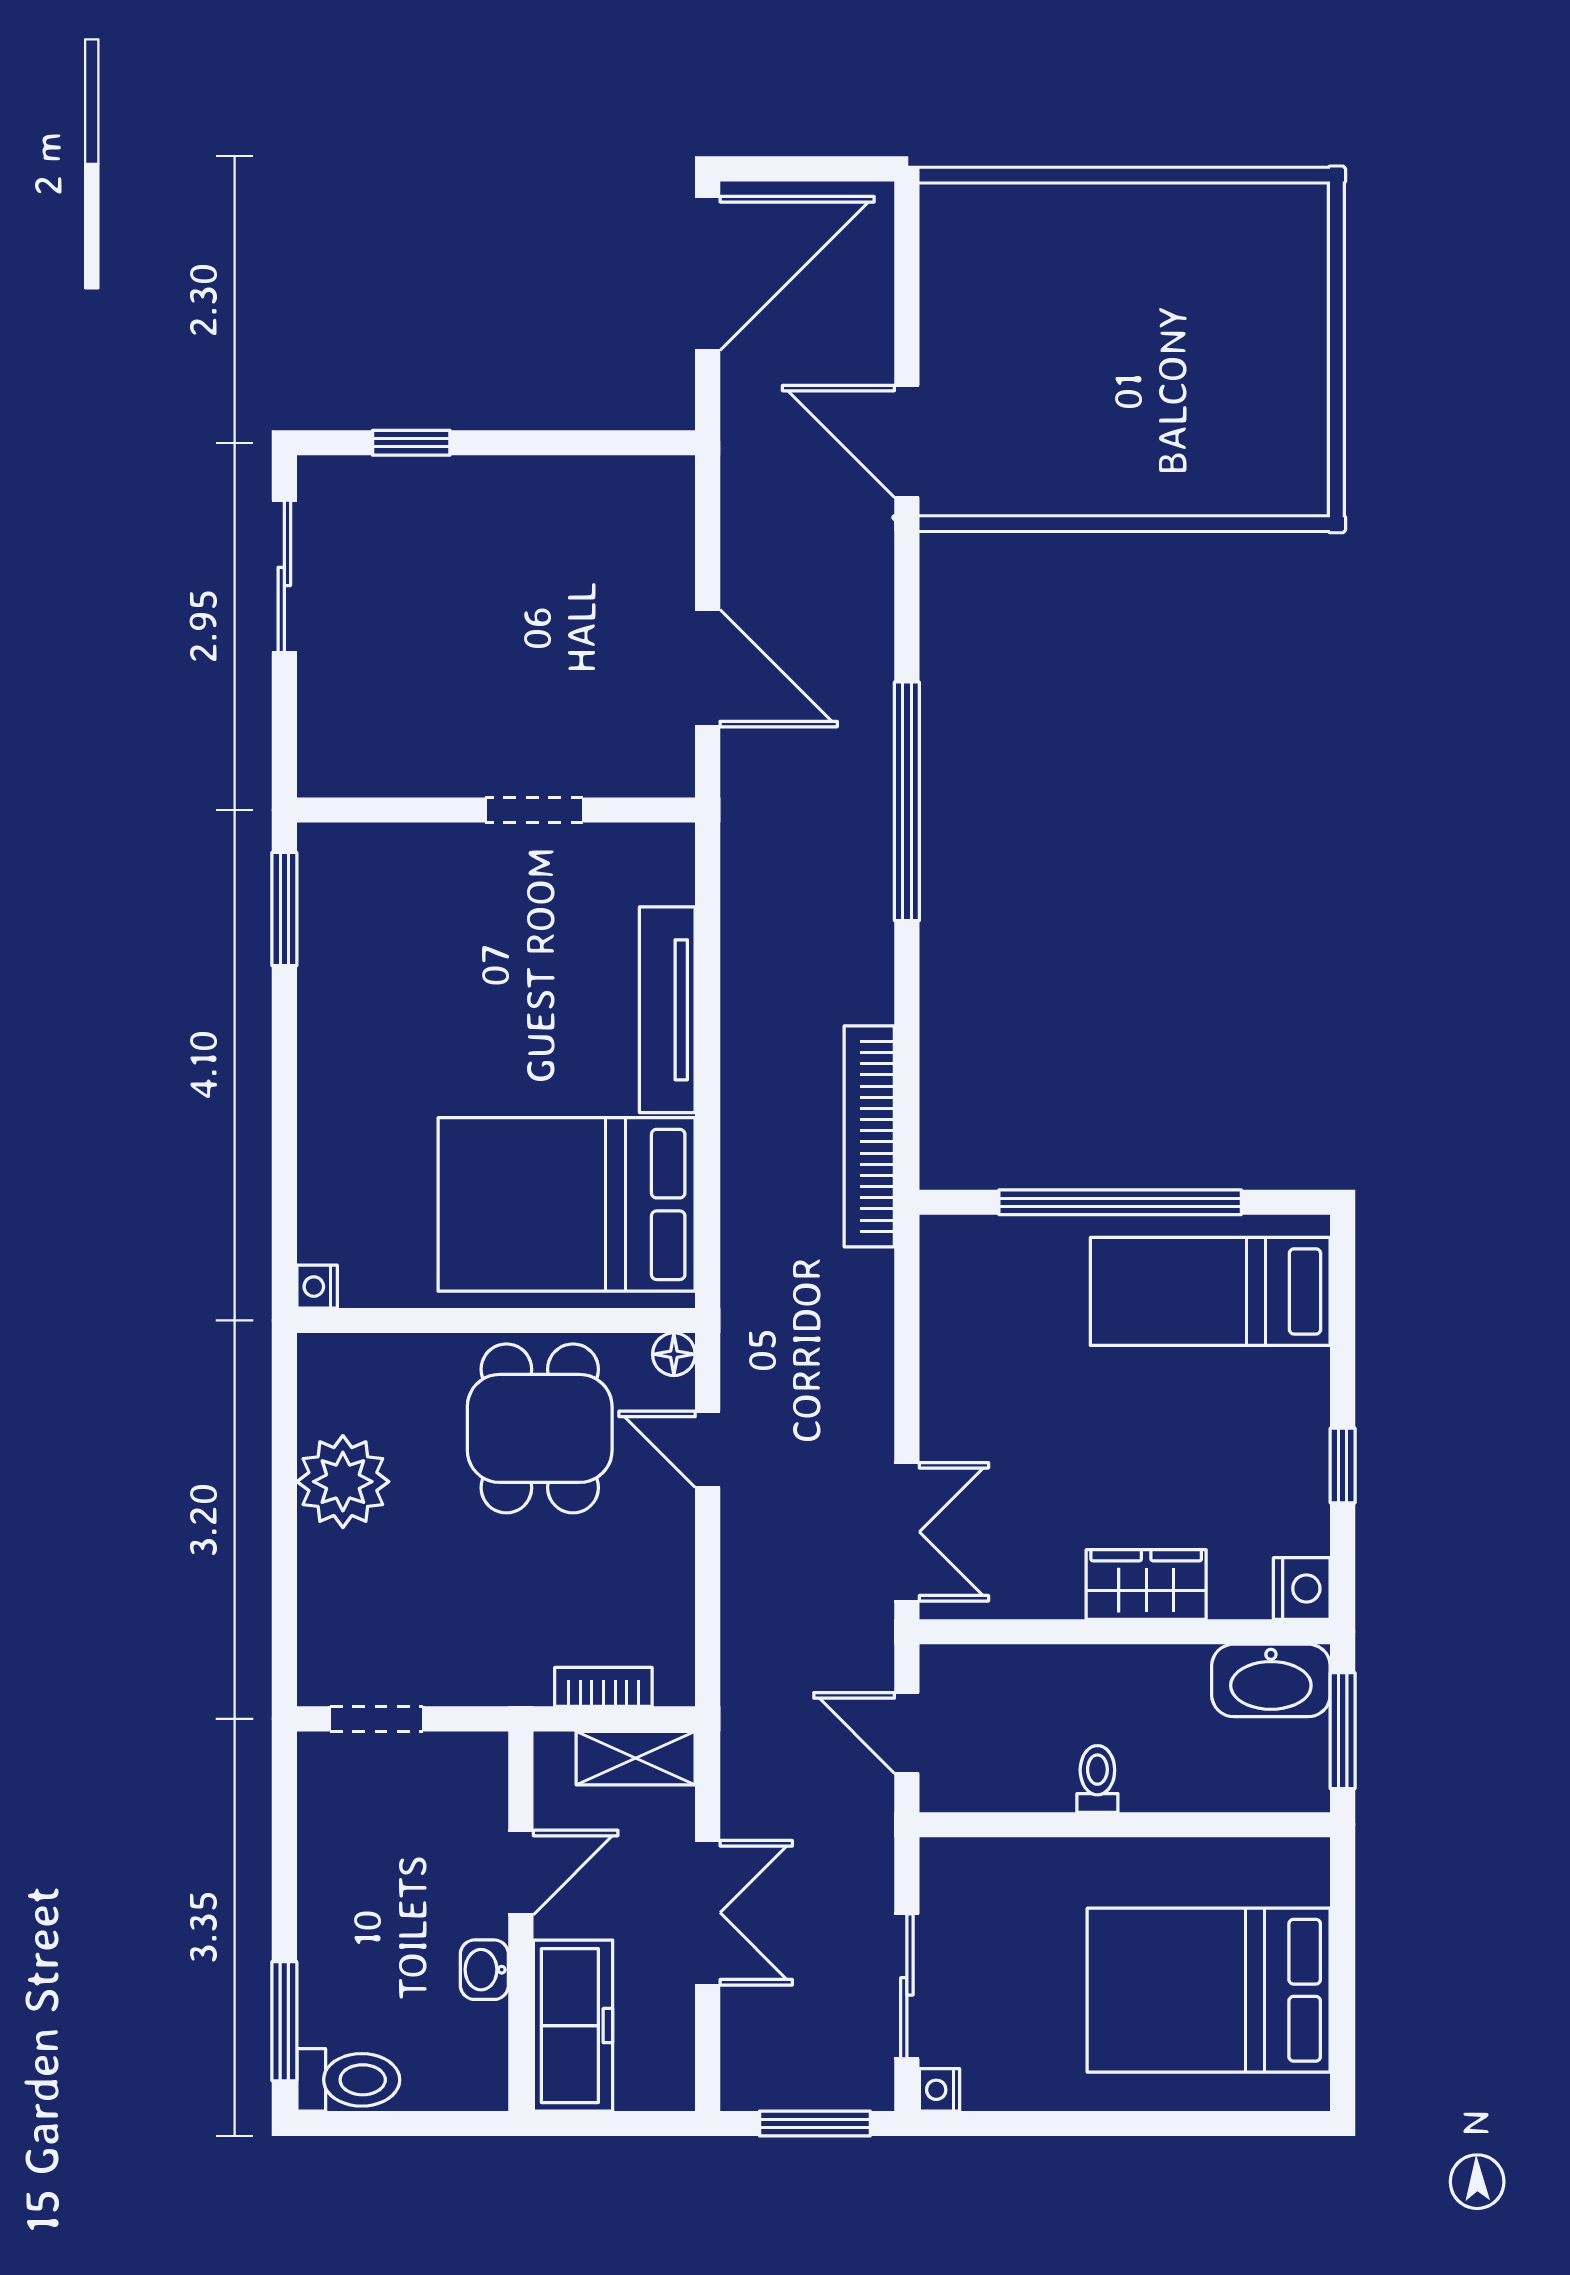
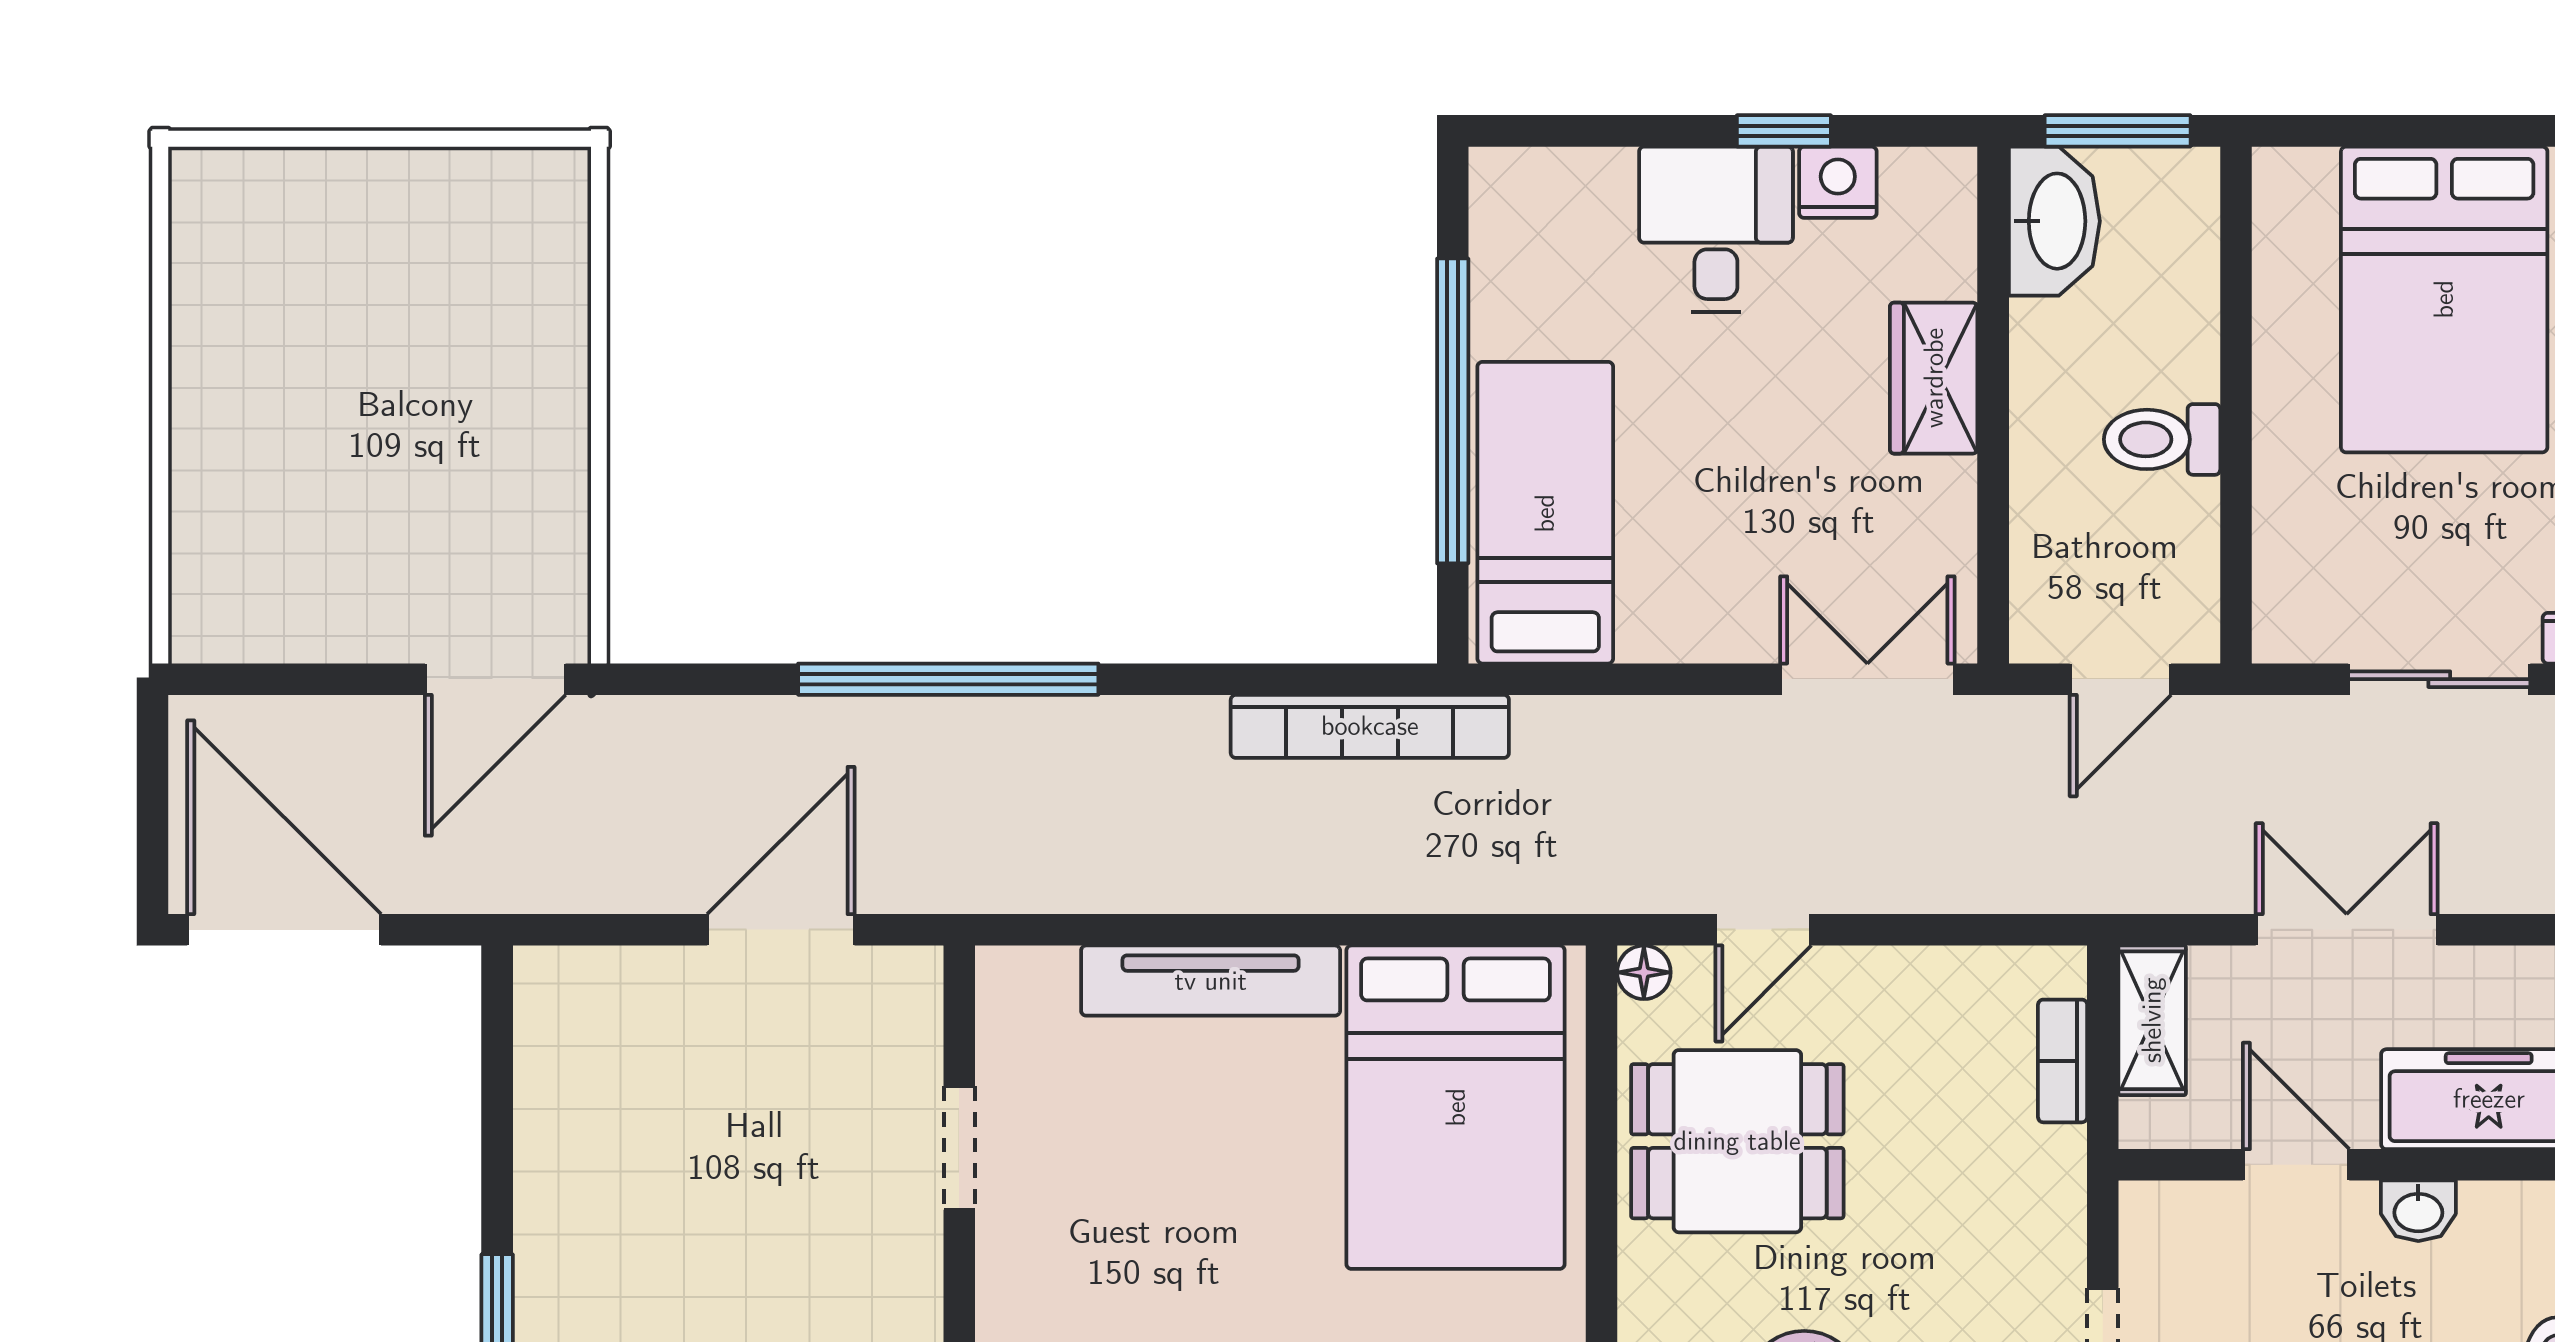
bed: (1210, 1291) -> (1545, 513), moved, turned 180
desk: (1264, 1411) -> (1716, 229), added
nightstand: (1302, 1588) -> (1838, 182), moved
toilet: (1097, 1779) -> (2162, 439), width x1.37, depth x1.39

